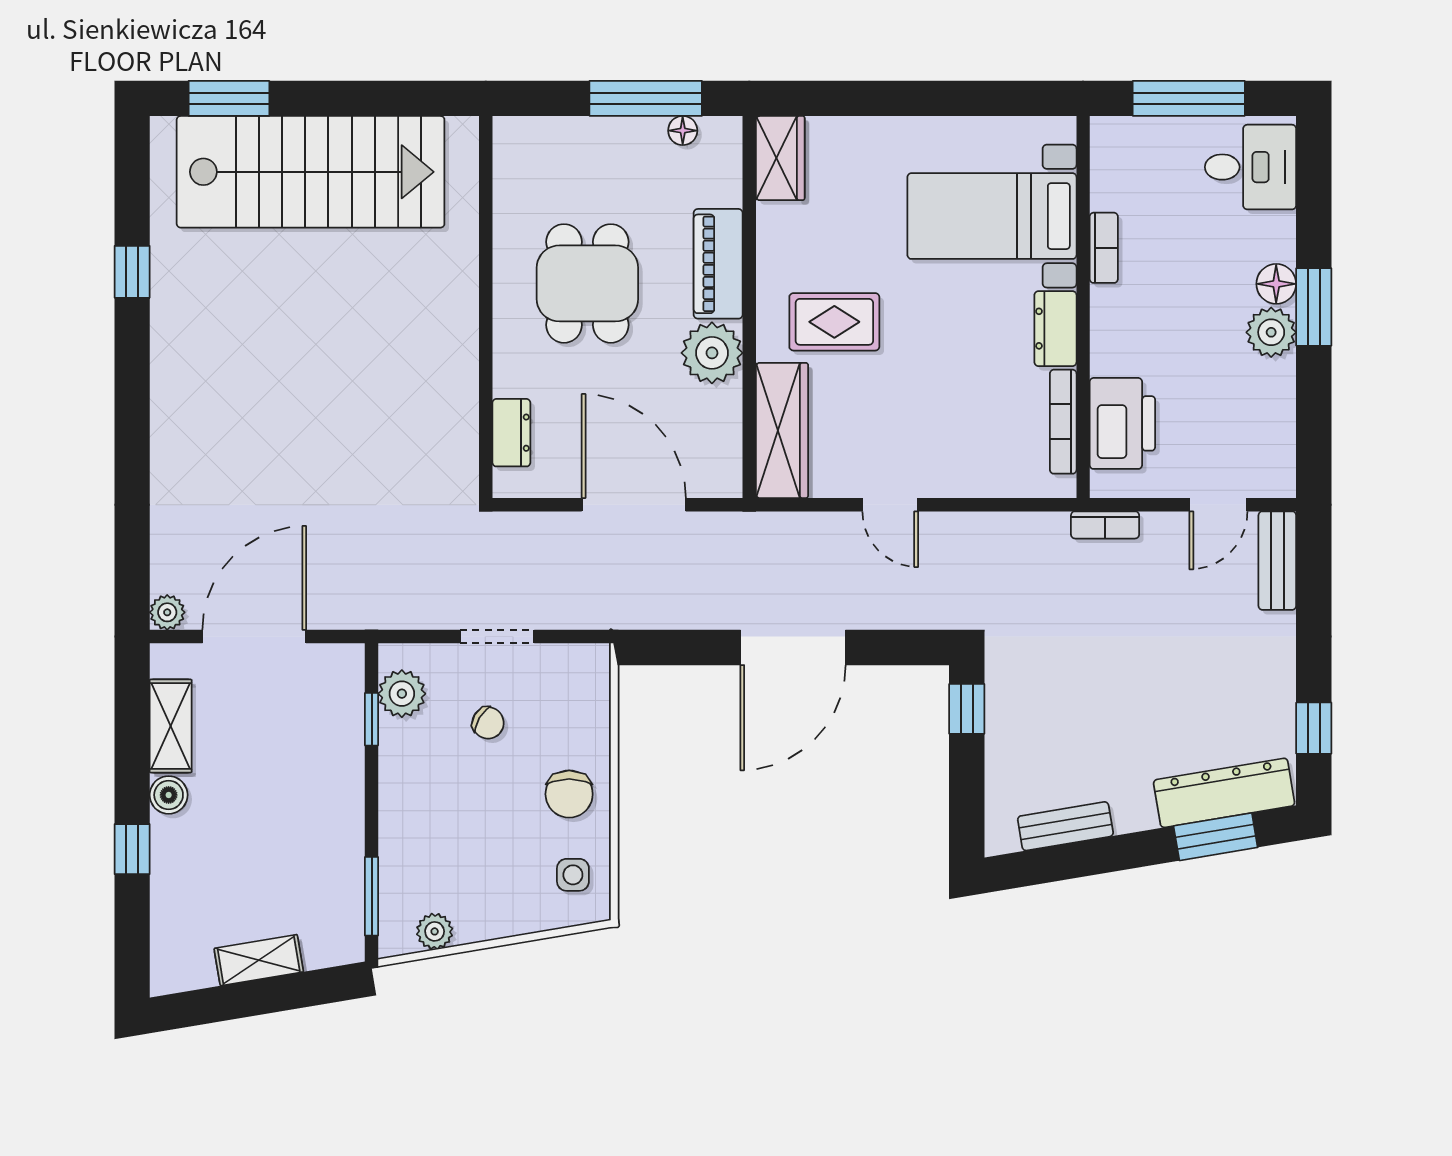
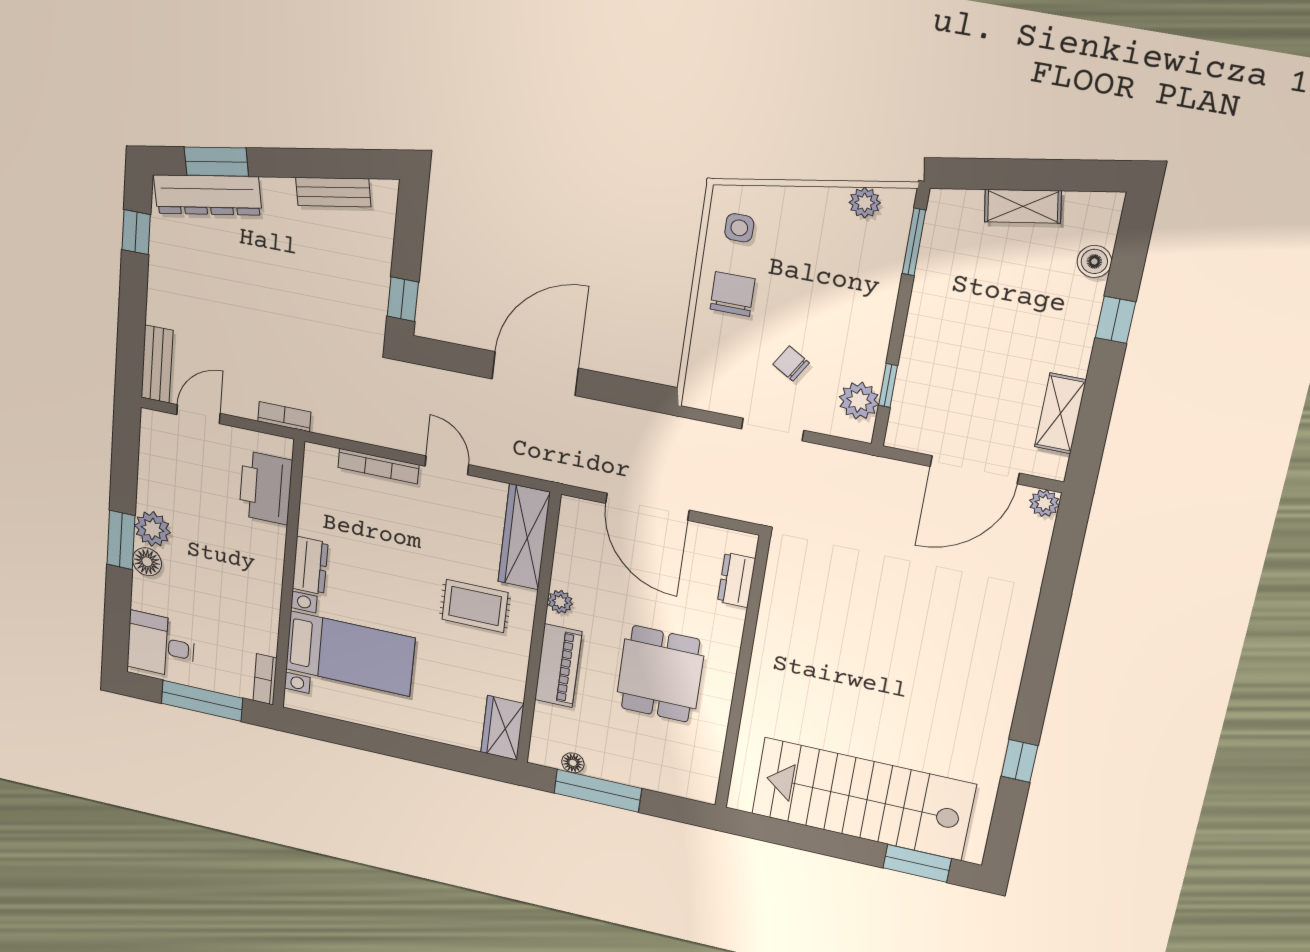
bookcase: (1104, 248) -> (265, 679), moved
plant: (712, 353) -> (560, 602), width x0.53, depth x0.53
bookcase: (1063, 422) -> (378, 466), moved, turned 90
boiler: (169, 795) -> (1094, 261), moved

